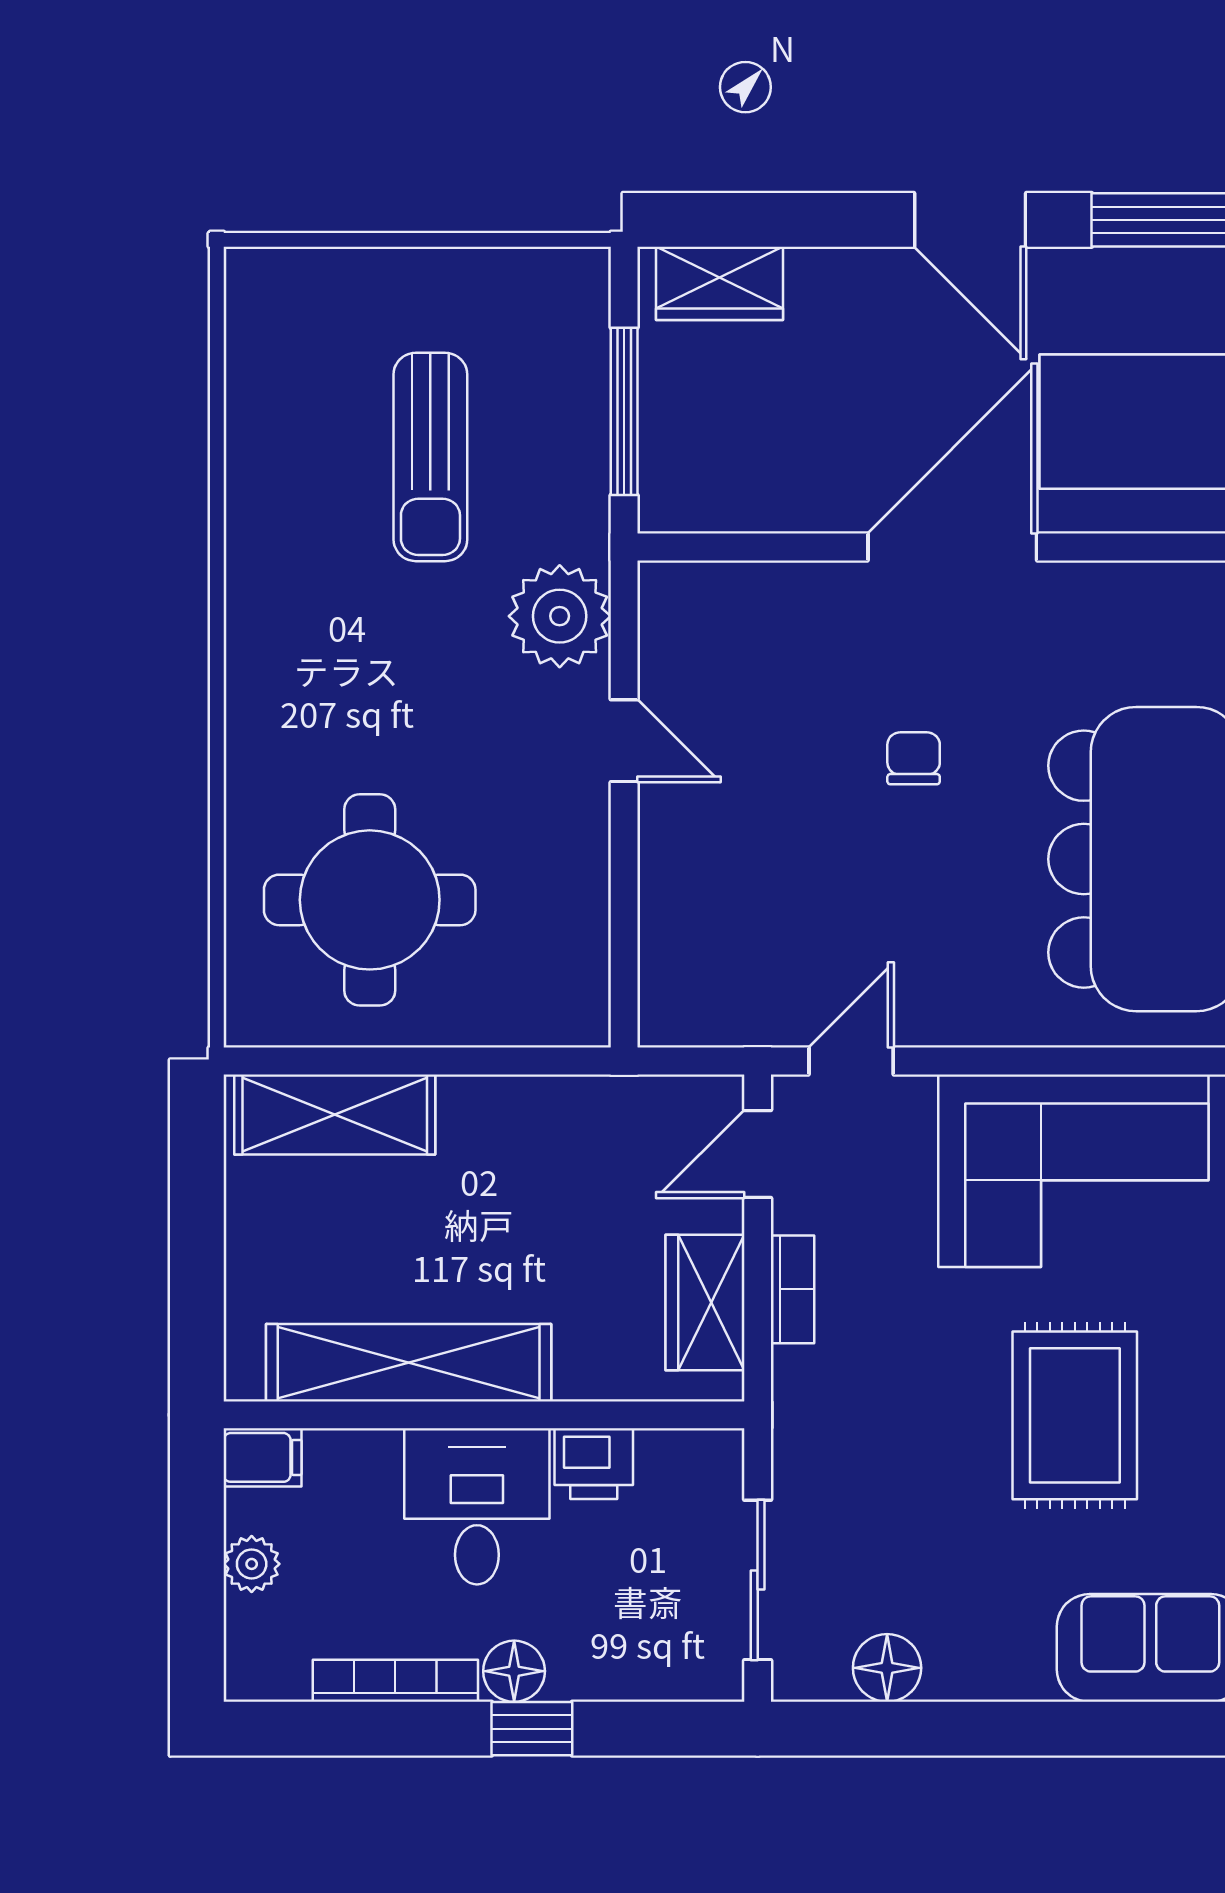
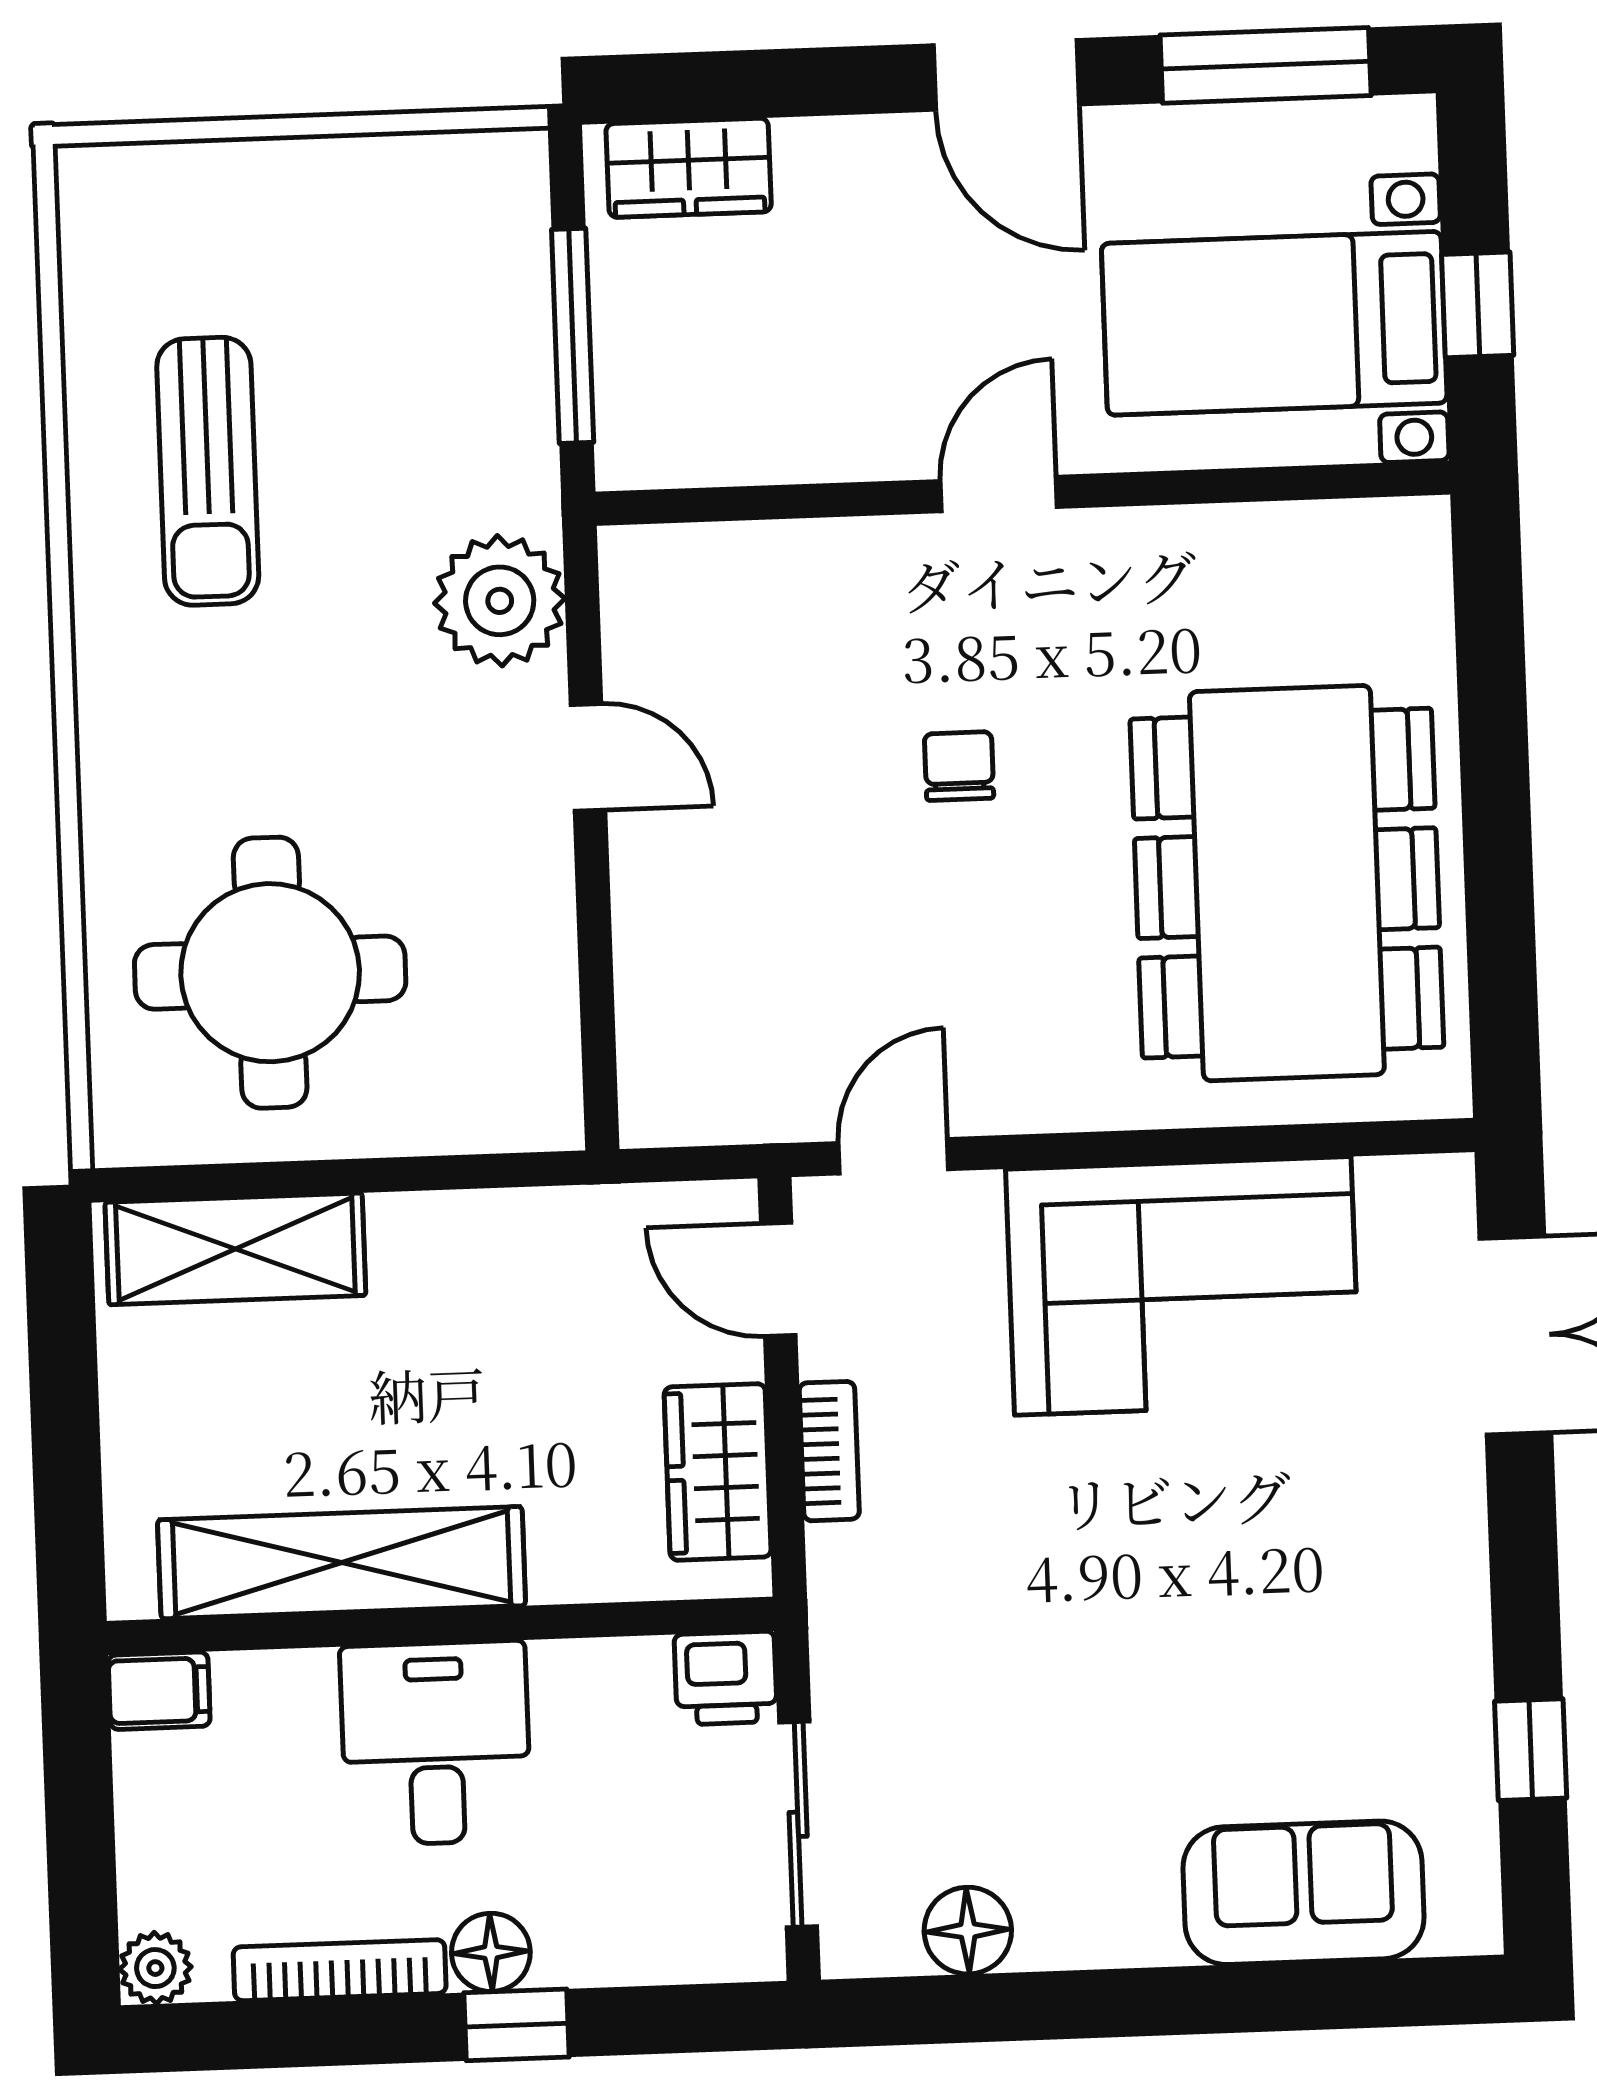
sun lounger: (430, 457) -> (208, 471), moved
door: (952, 547) -> (999, 494), width x0.53
door: (758, 1154) -> (778, 1280), hinge flipped
rug: (1075, 1415) -> (1196, 1599), removed
printer: (594, 1464) -> (726, 1678), moved
plant: (252, 1564) -> (155, 1968), moved

